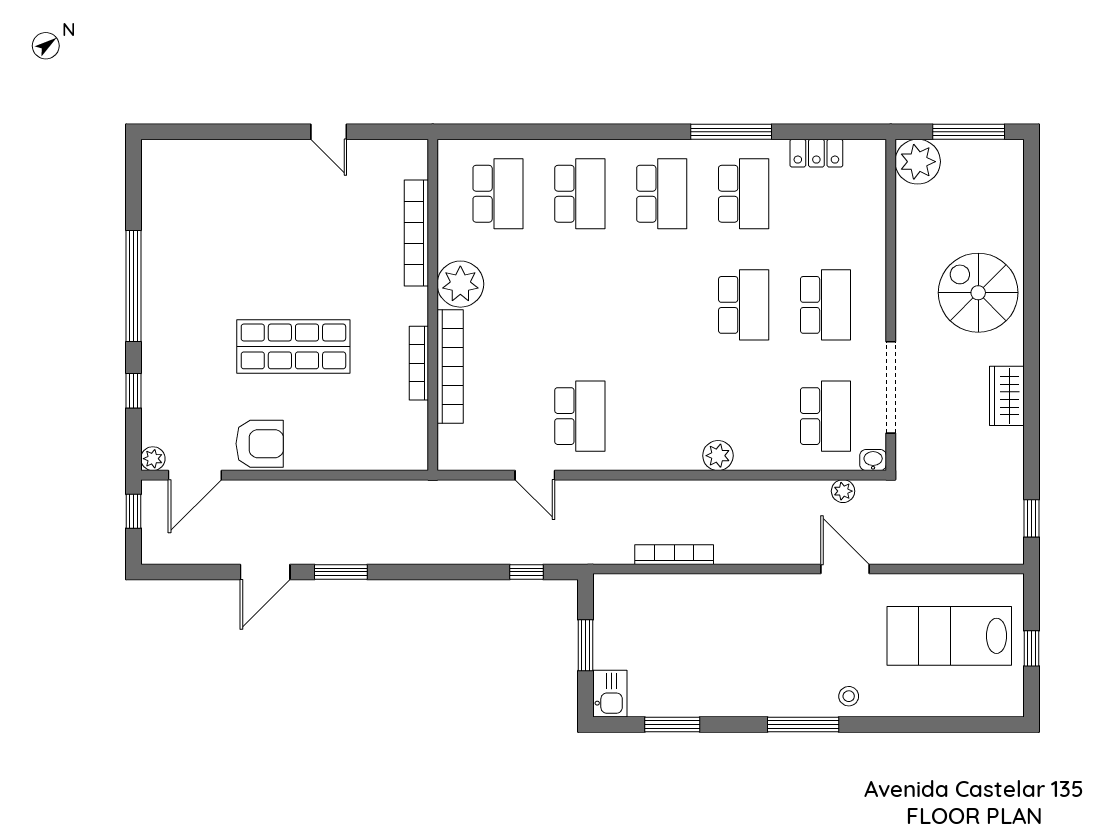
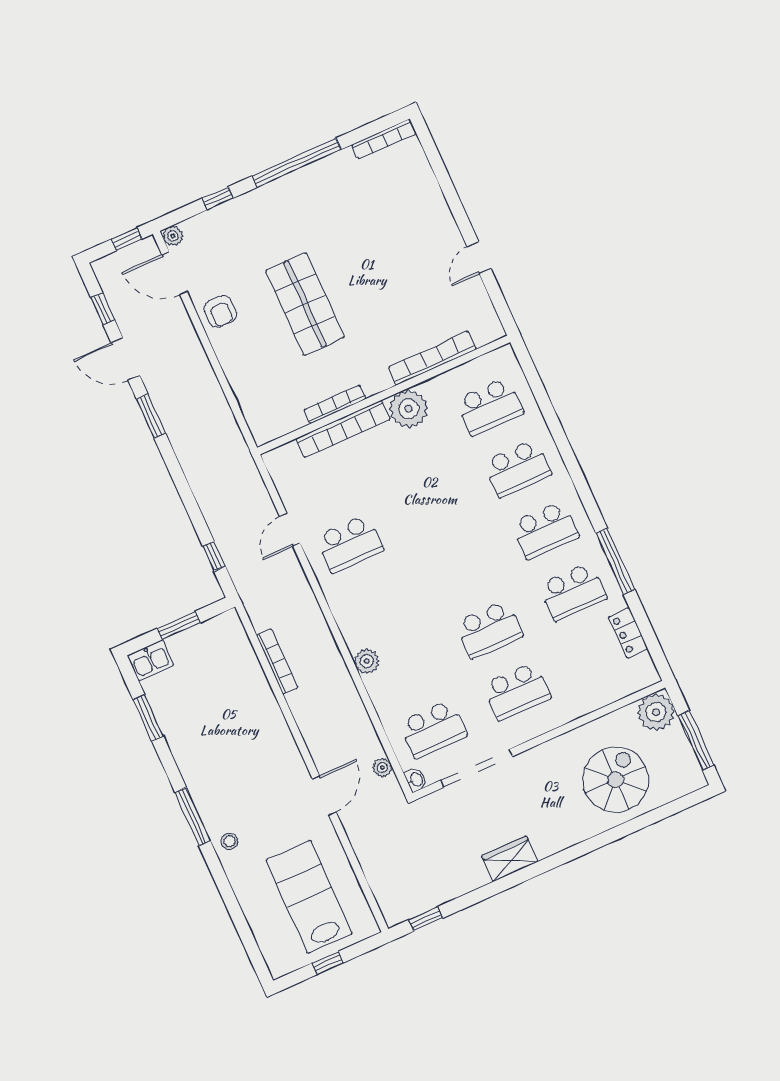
bookcase: (151, 178) -> (384, 139), added
spiral stairs: (978, 293) -> (616, 780), moved
armchair: (260, 444) -> (220, 311), width x0.72, depth x0.72
window: (199, 572) -> (103, 309), added

